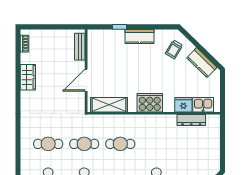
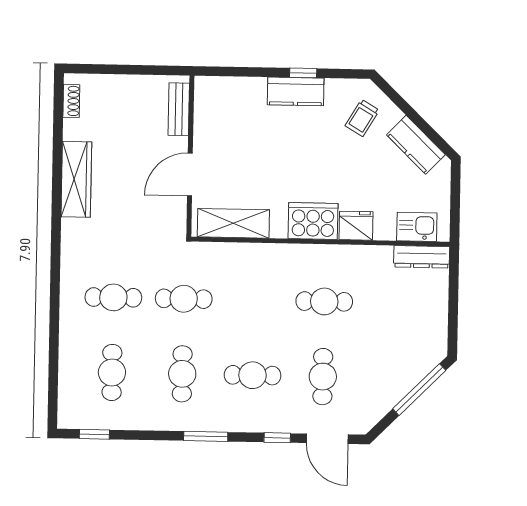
window: (120, 27) -> (303, 73), moved
wardrobe: (28, 77) -> (76, 179), width x1.50
fridge: (183, 105) -> (356, 226), moved
dresser: (191, 120) -> (422, 257), moved
cafe table: (120, 144) -> (324, 301), moved

